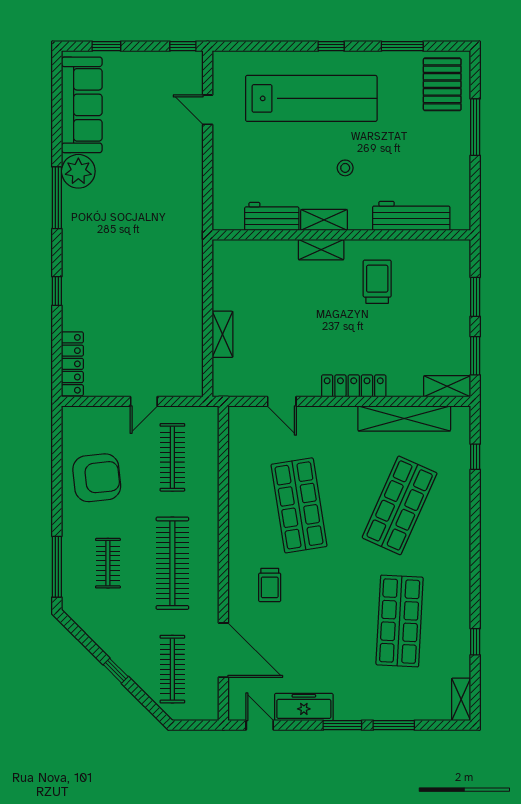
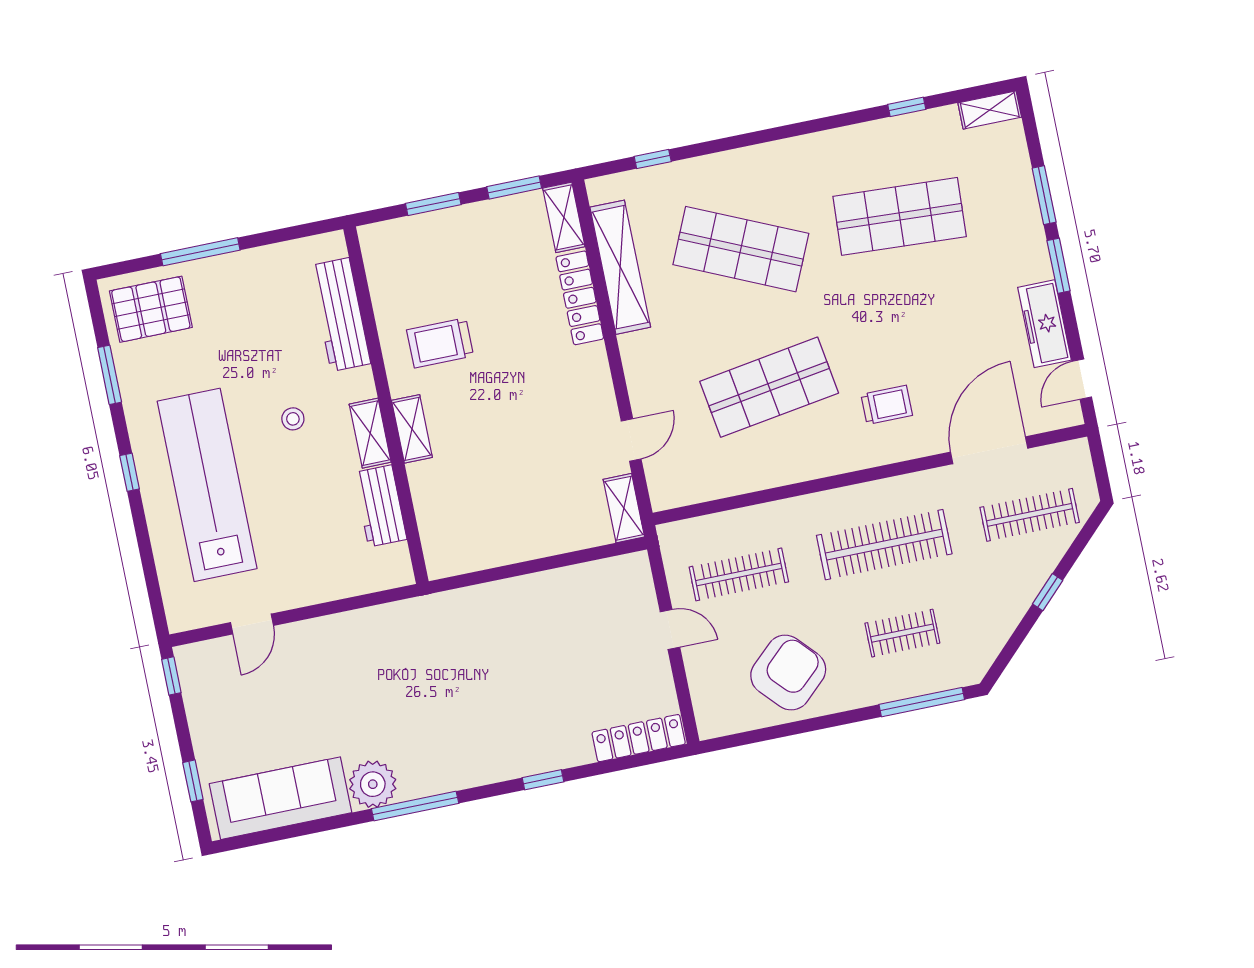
shelving: (223, 334) -> (624, 508), moved, turned 90
locker: (354, 386) -> (580, 298), moved
armchair: (97, 478) -> (788, 673), turned 53

